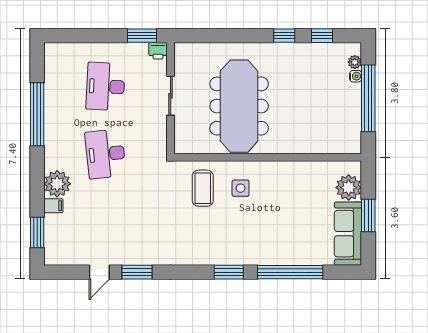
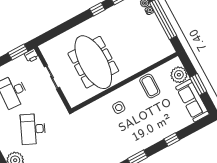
desk: (105, 154) -> (33, 129), turned 30
coffee table: (203, 188) -> (150, 86), moved
window: (290, 272) -> (172, 140), width x0.32

